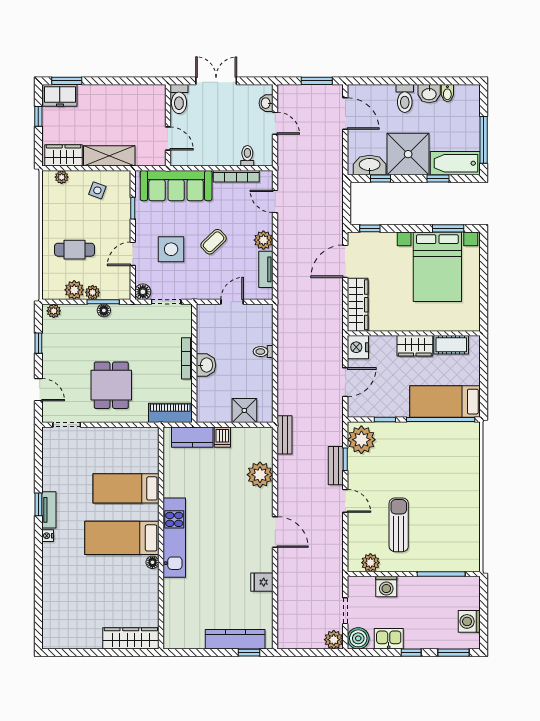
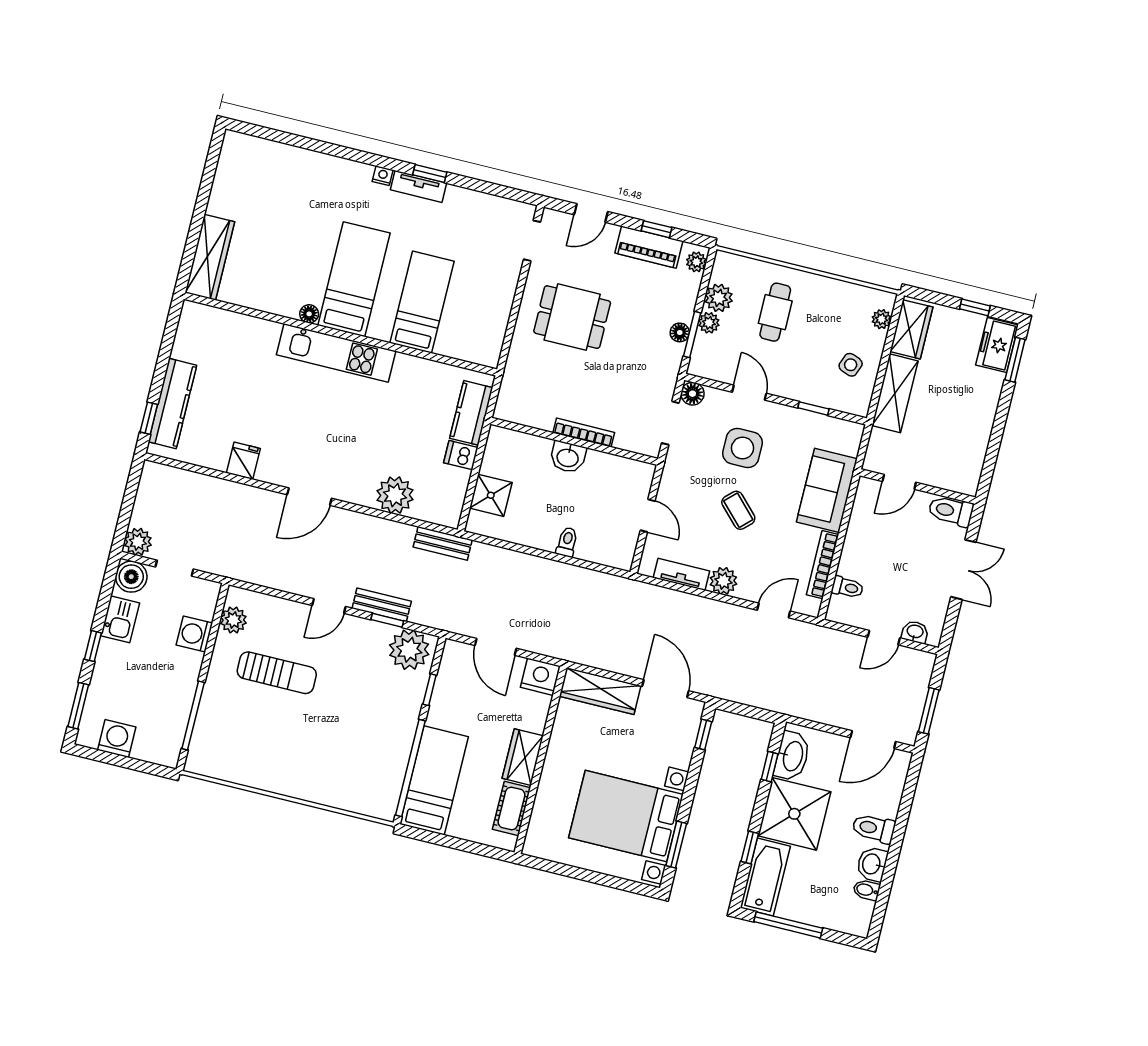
sofa: (176, 186) -> (827, 490), width x0.73
piano: (170, 413) -> (649, 247), moved, turned 90

